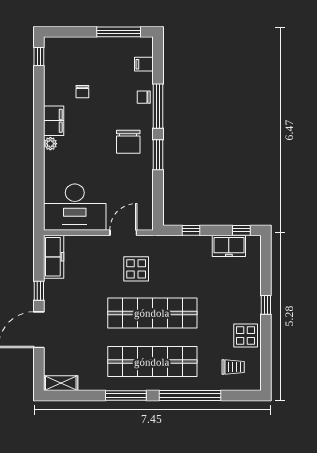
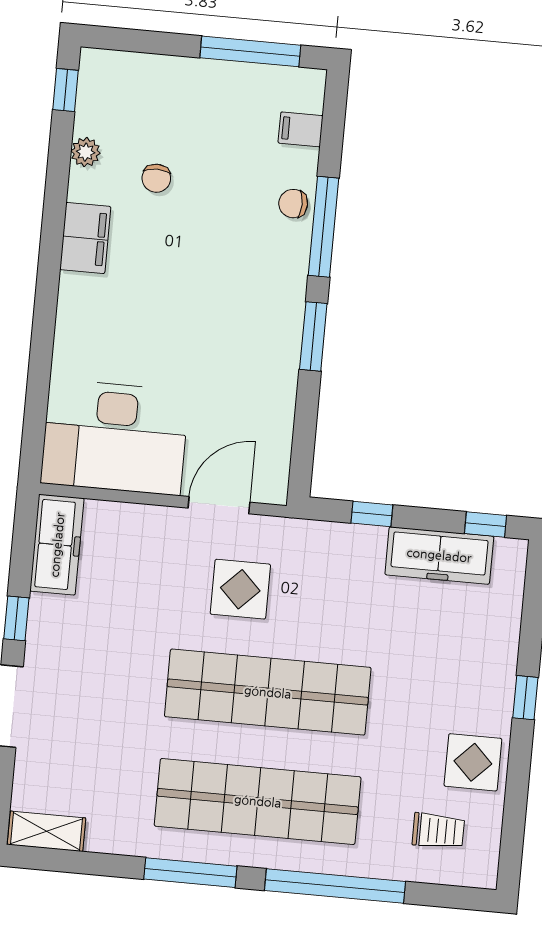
chair: (128, 142) -> (249, 301), removed
plant: (50, 144) -> (86, 152), moved
freezer: (229, 246) -> (439, 555), width x1.40

